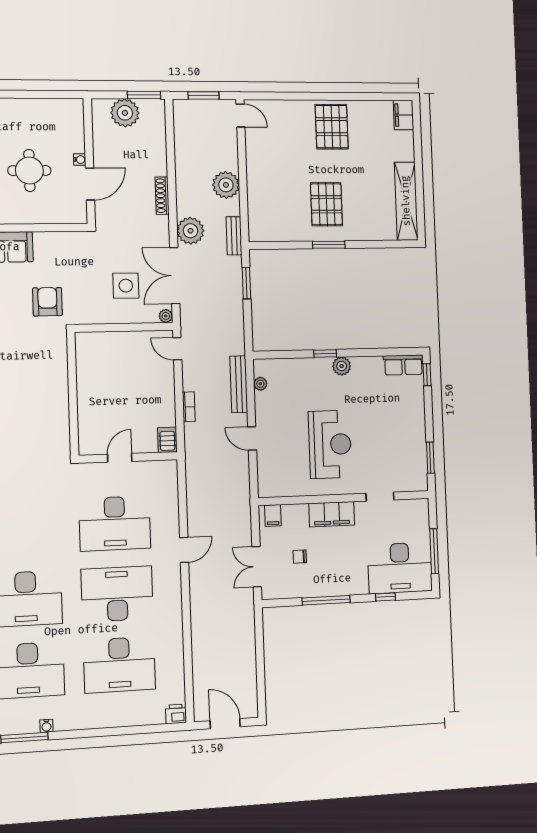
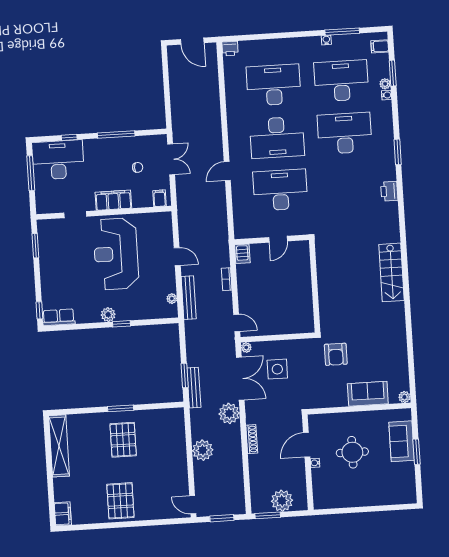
bench: (234, 236) -> (194, 388), moved, width x1.36
reception desk: (330, 444) -> (116, 254), width x1.36, depth x1.30

